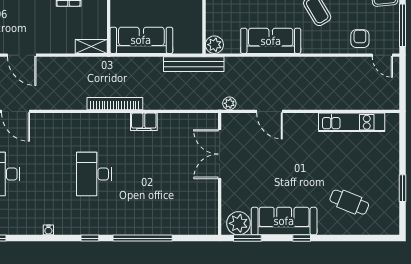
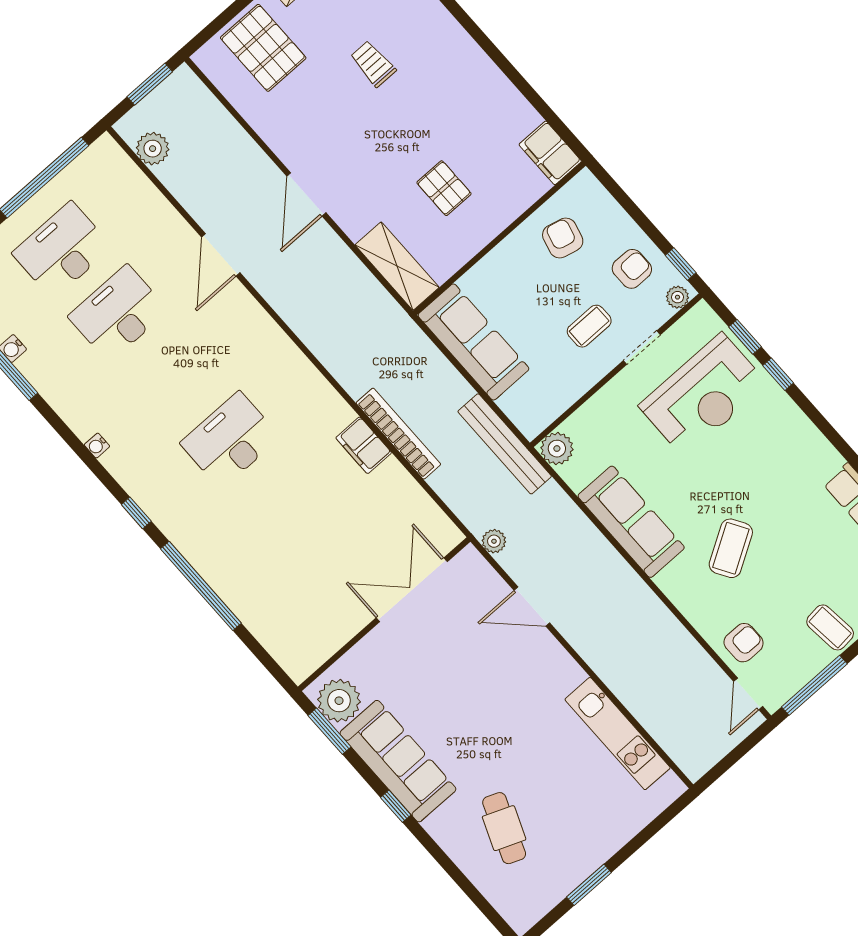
shelving: (91, 46) -> (397, 266), width x1.50, depth x1.33
bookcase: (115, 104) -> (398, 434), moved
door: (269, 111) -> (532, 607), hinge flipped

